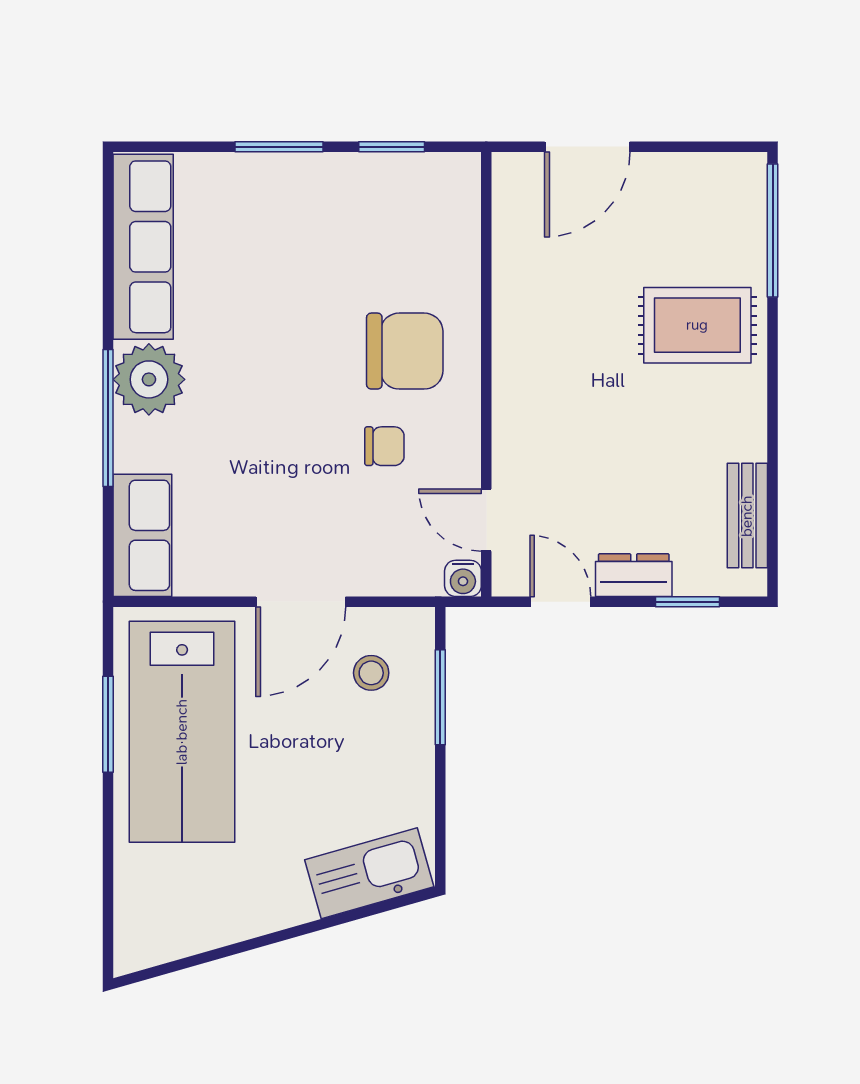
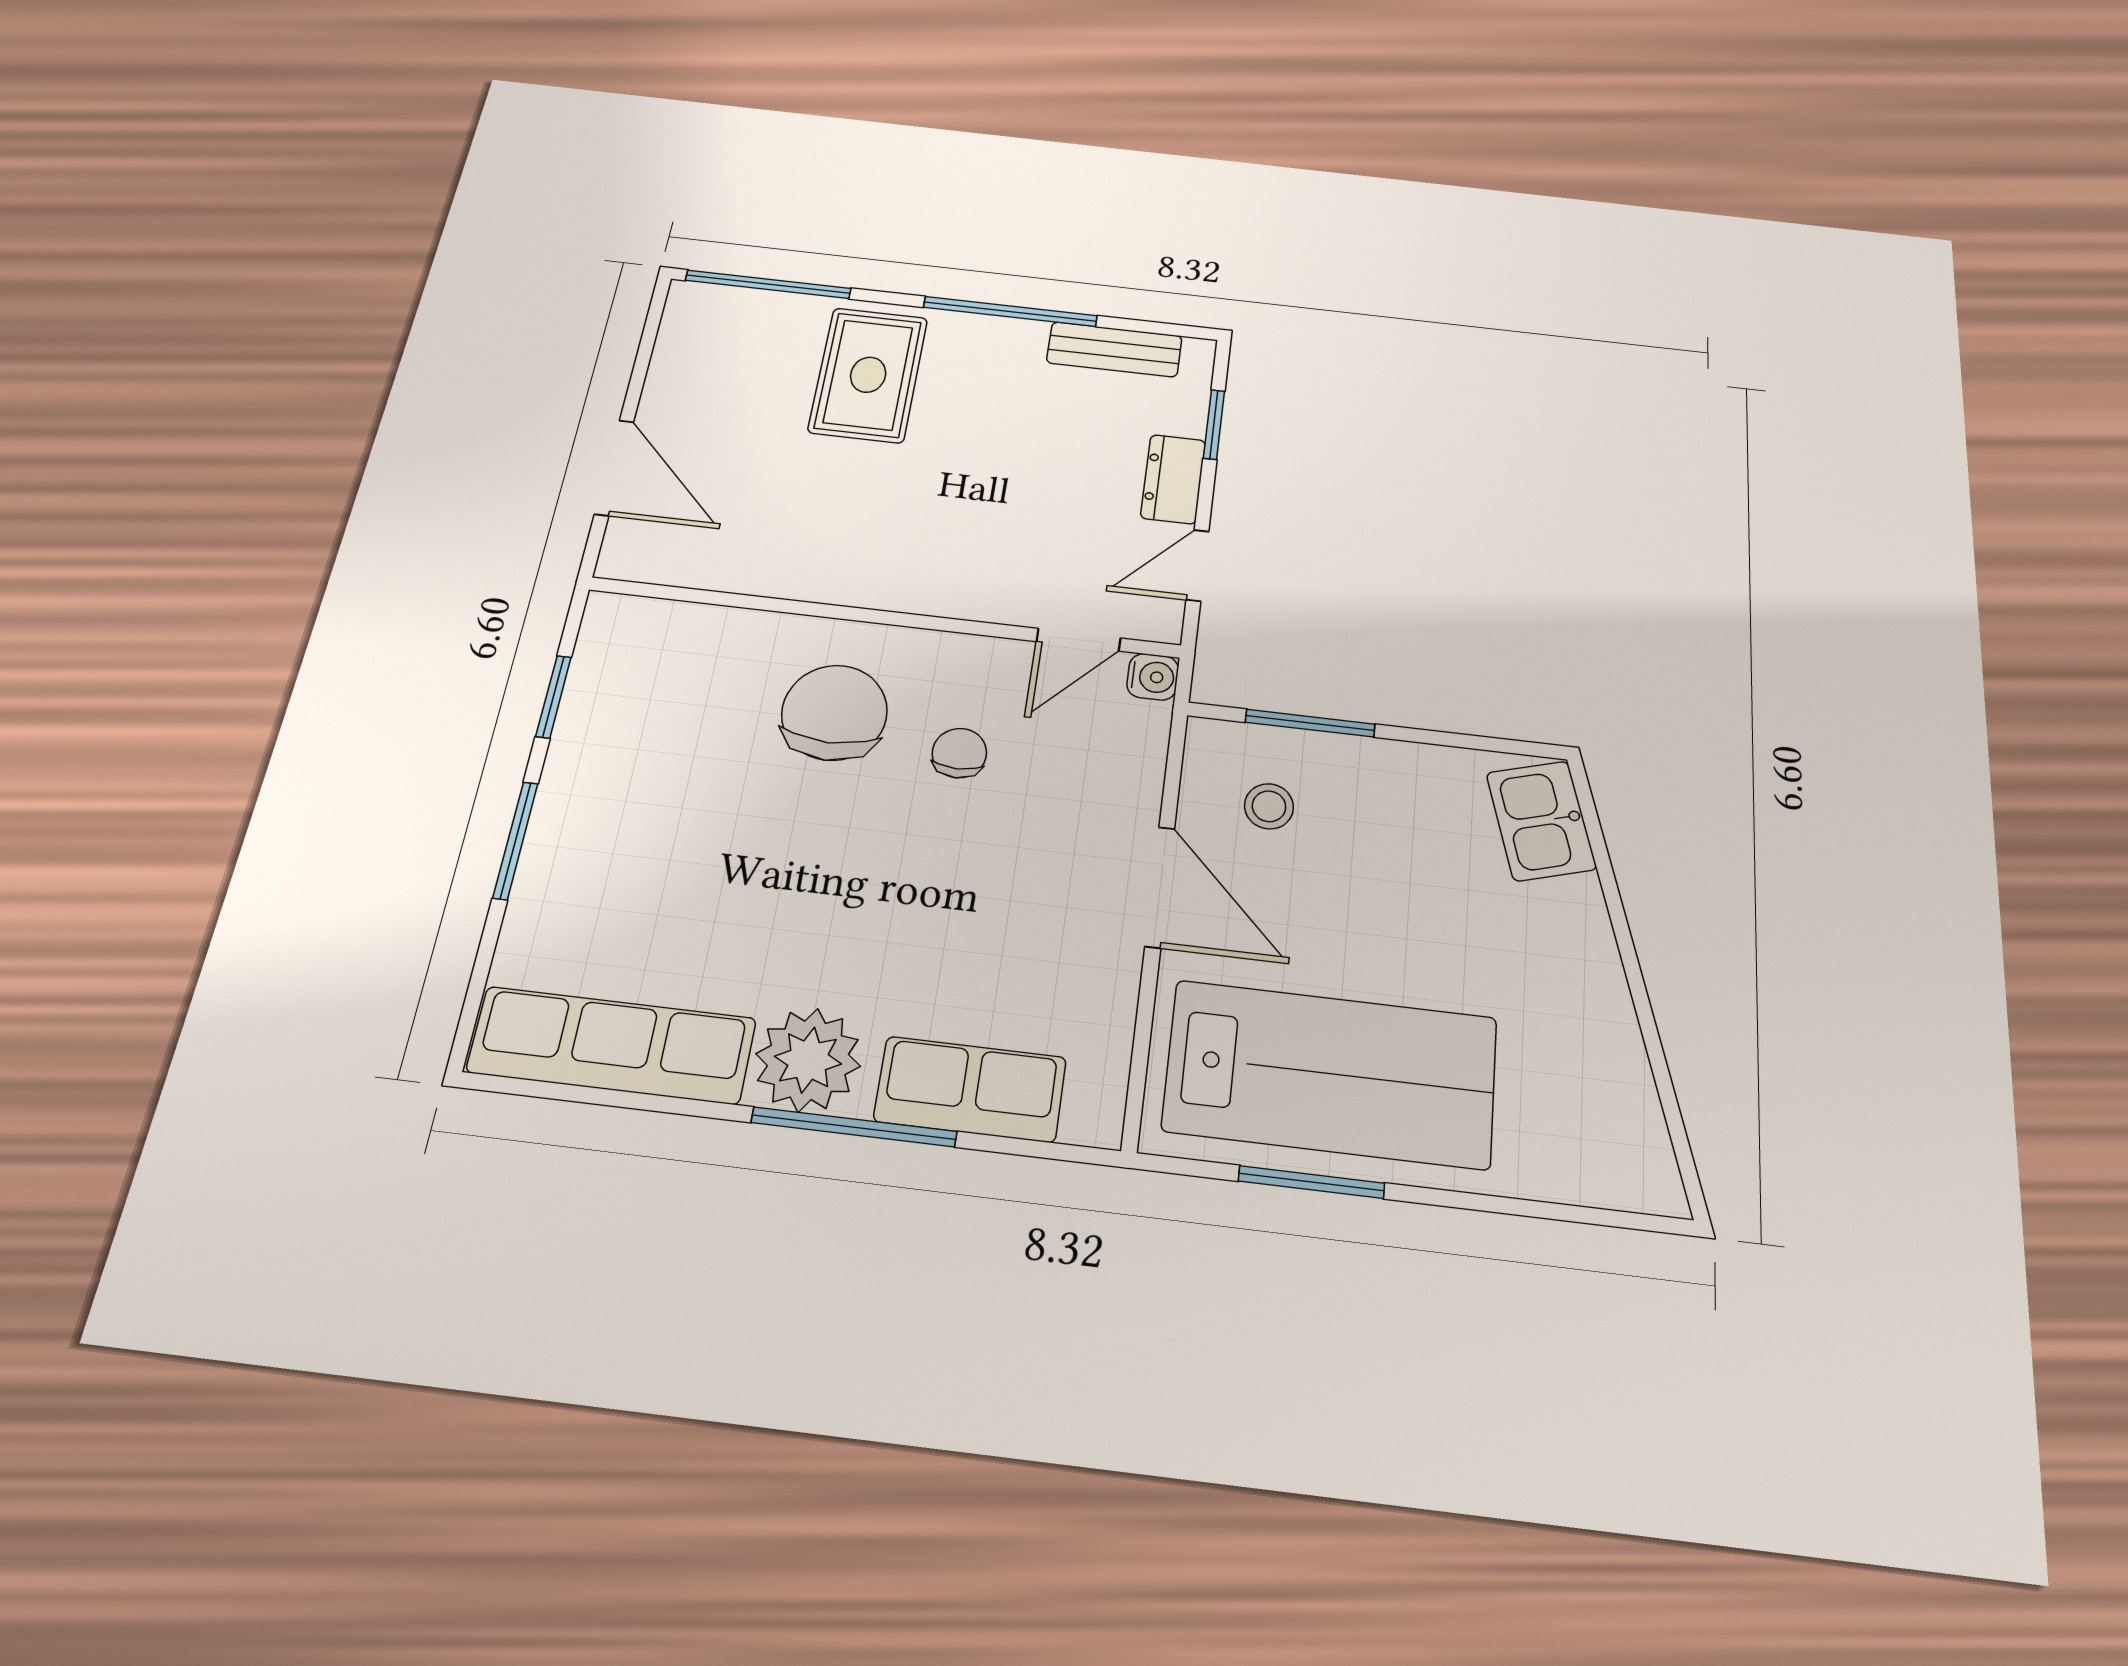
window: (773, 428) -> (1010, 311), added
row of seats: (142, 535) -> (970, 1089), moved
kitchen sink: (369, 873) -> (1541, 821), width x0.73

